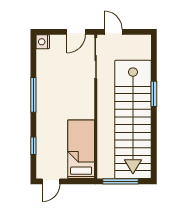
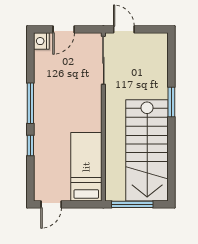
door: (76, 32) -> (64, 29), moved
stairs: (133, 119) -> (147, 150), width x0.73
window: (33, 146) -> (30, 146), moved

